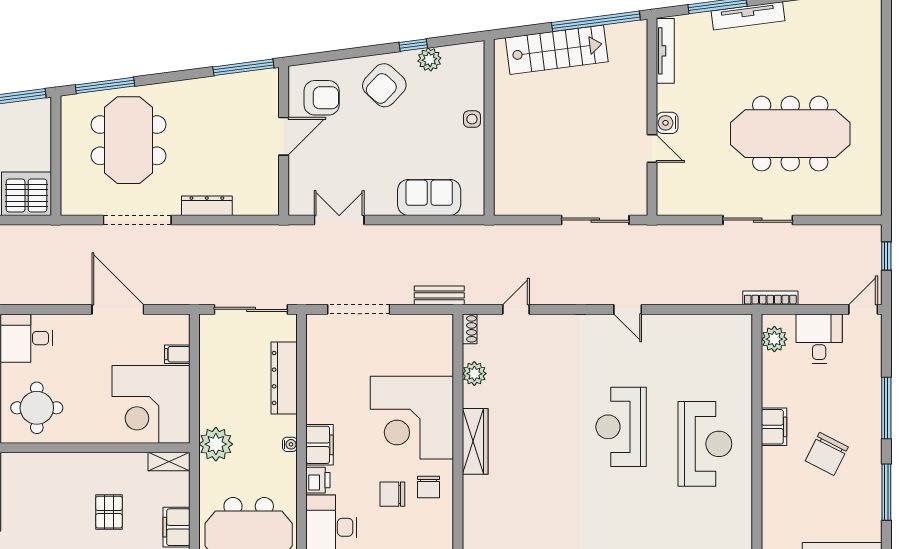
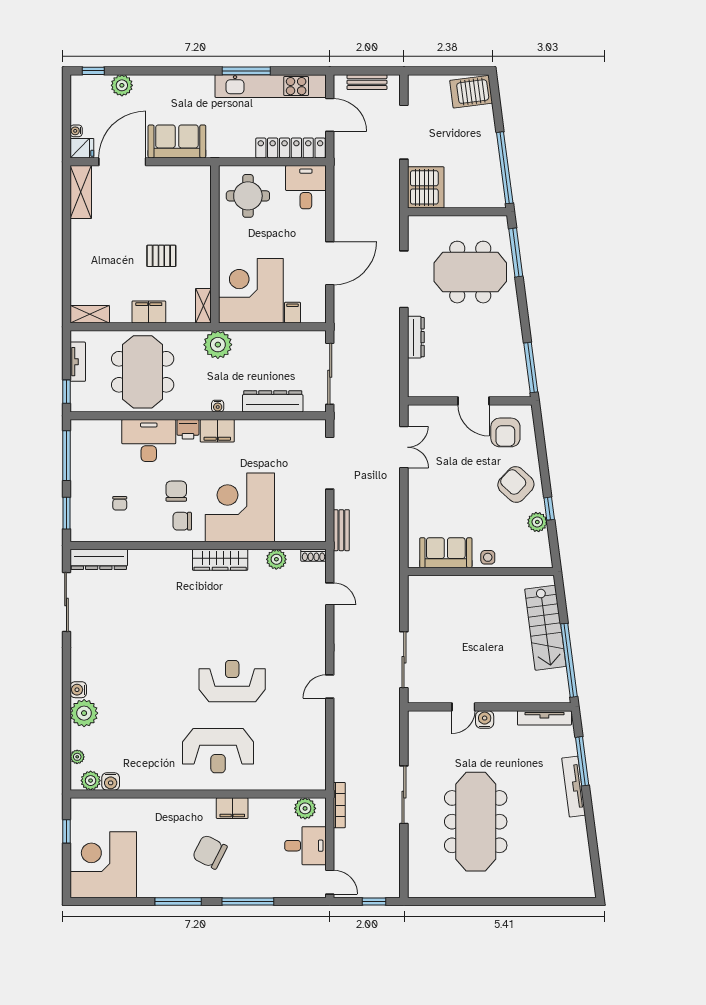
sofa: (429, 197) -> (446, 553), moved, turned -90

